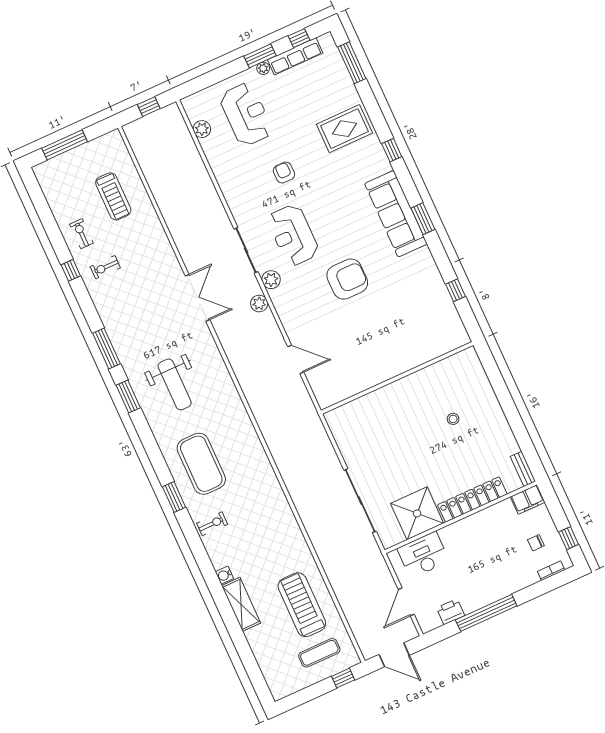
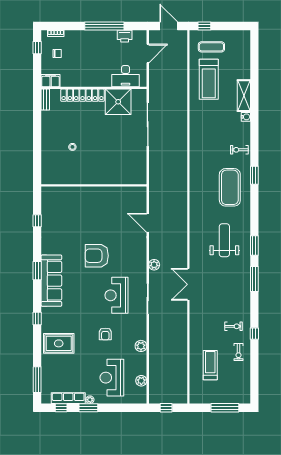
reception desk: (293, 235) -> (117, 295), turned 180
plant: (271, 280) -> (141, 346), moved

